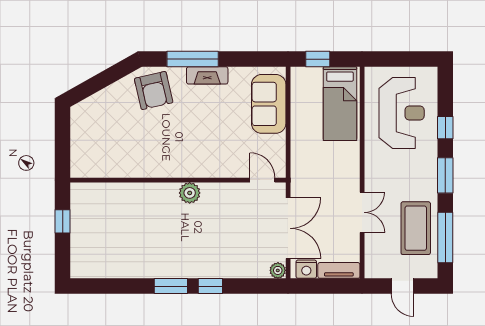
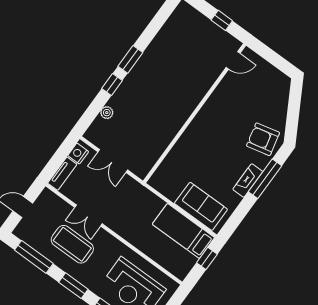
bed: (340, 104) -> (183, 231), moved
door: (262, 180) -> (233, 60), moved
plant: (190, 193) -> (181, 115), removed
double door: (288, 228) -> (113, 161), width x0.73
coffee table: (416, 228) -> (72, 244), moved
plant: (278, 270) -> (107, 113), moved

